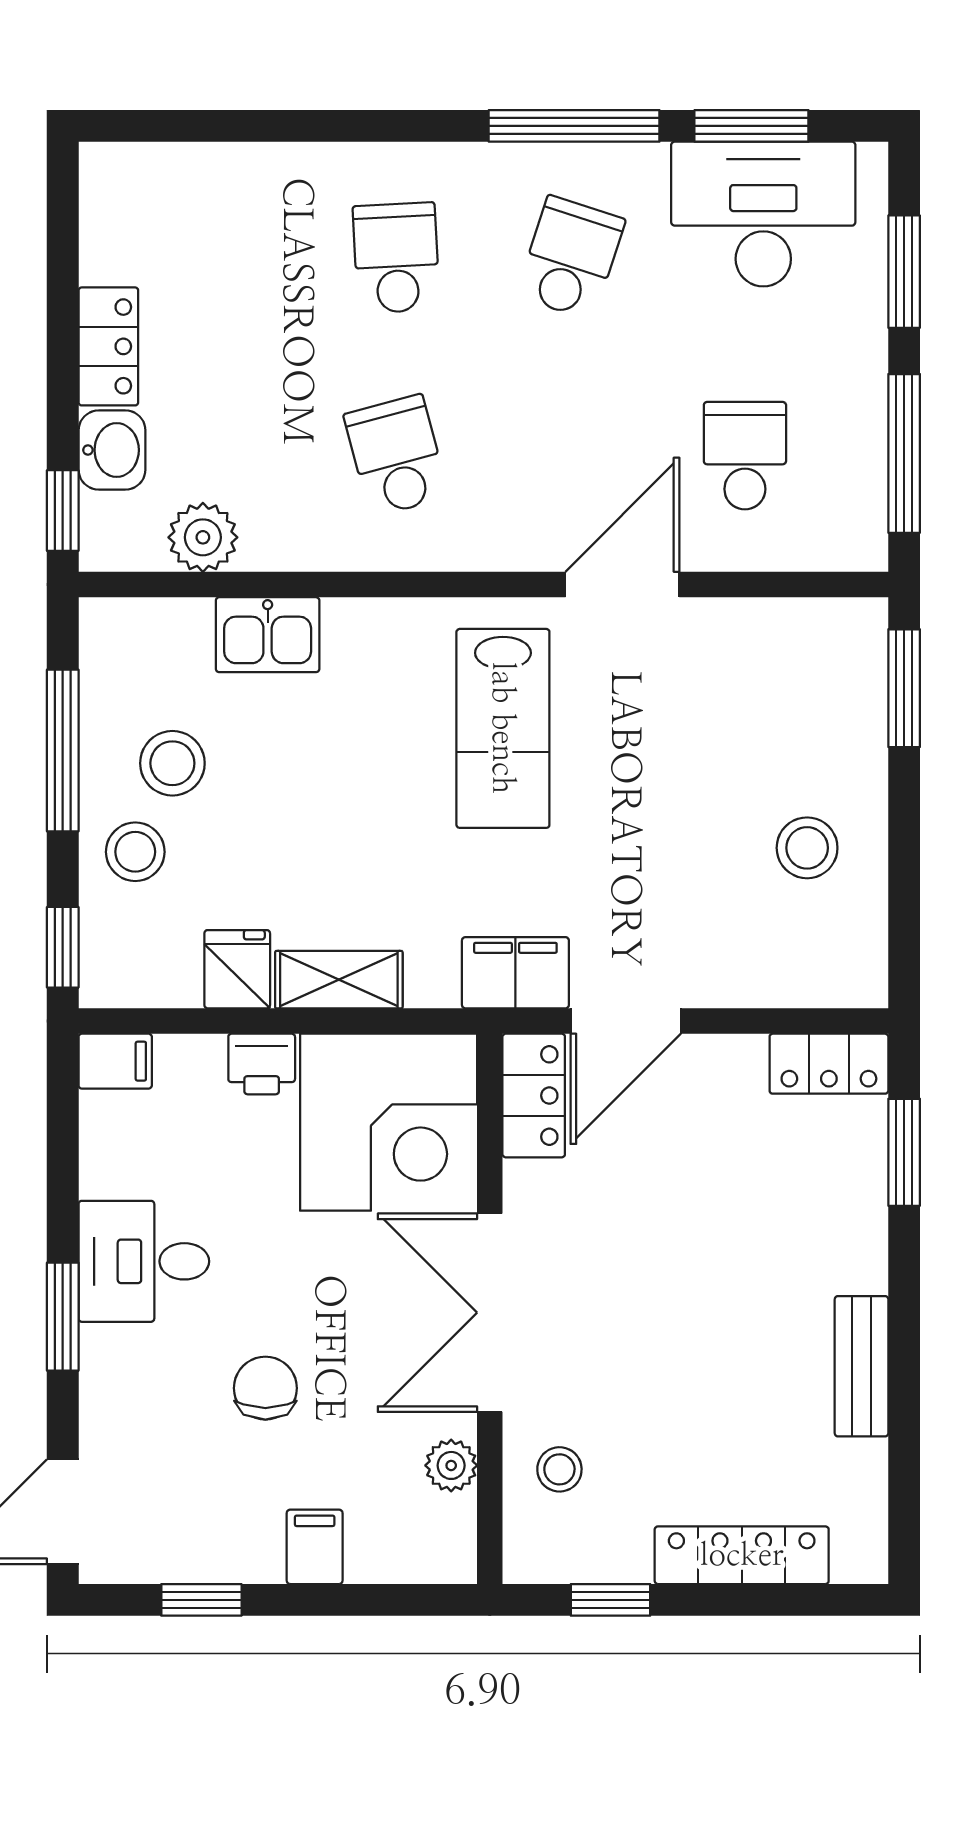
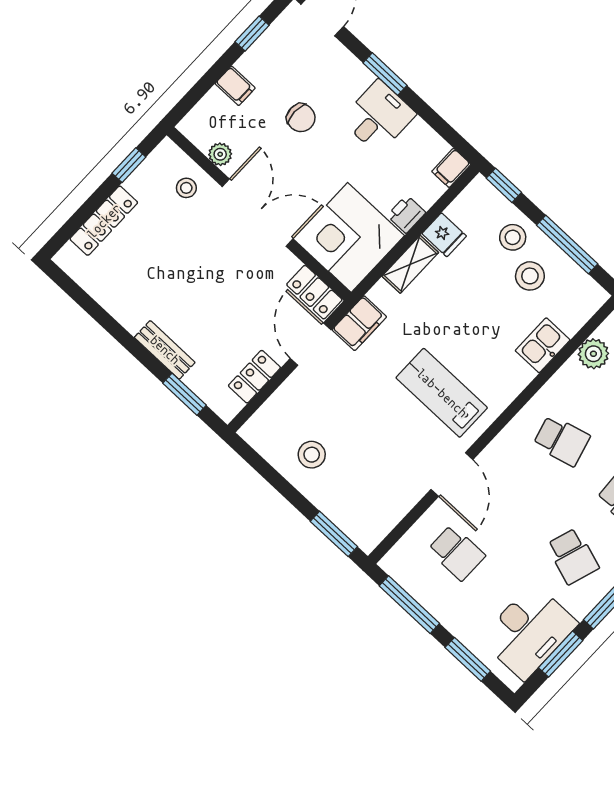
locker: (829, 1064) -> (254, 377), moved
bench: (862, 1366) -> (165, 350), moved

